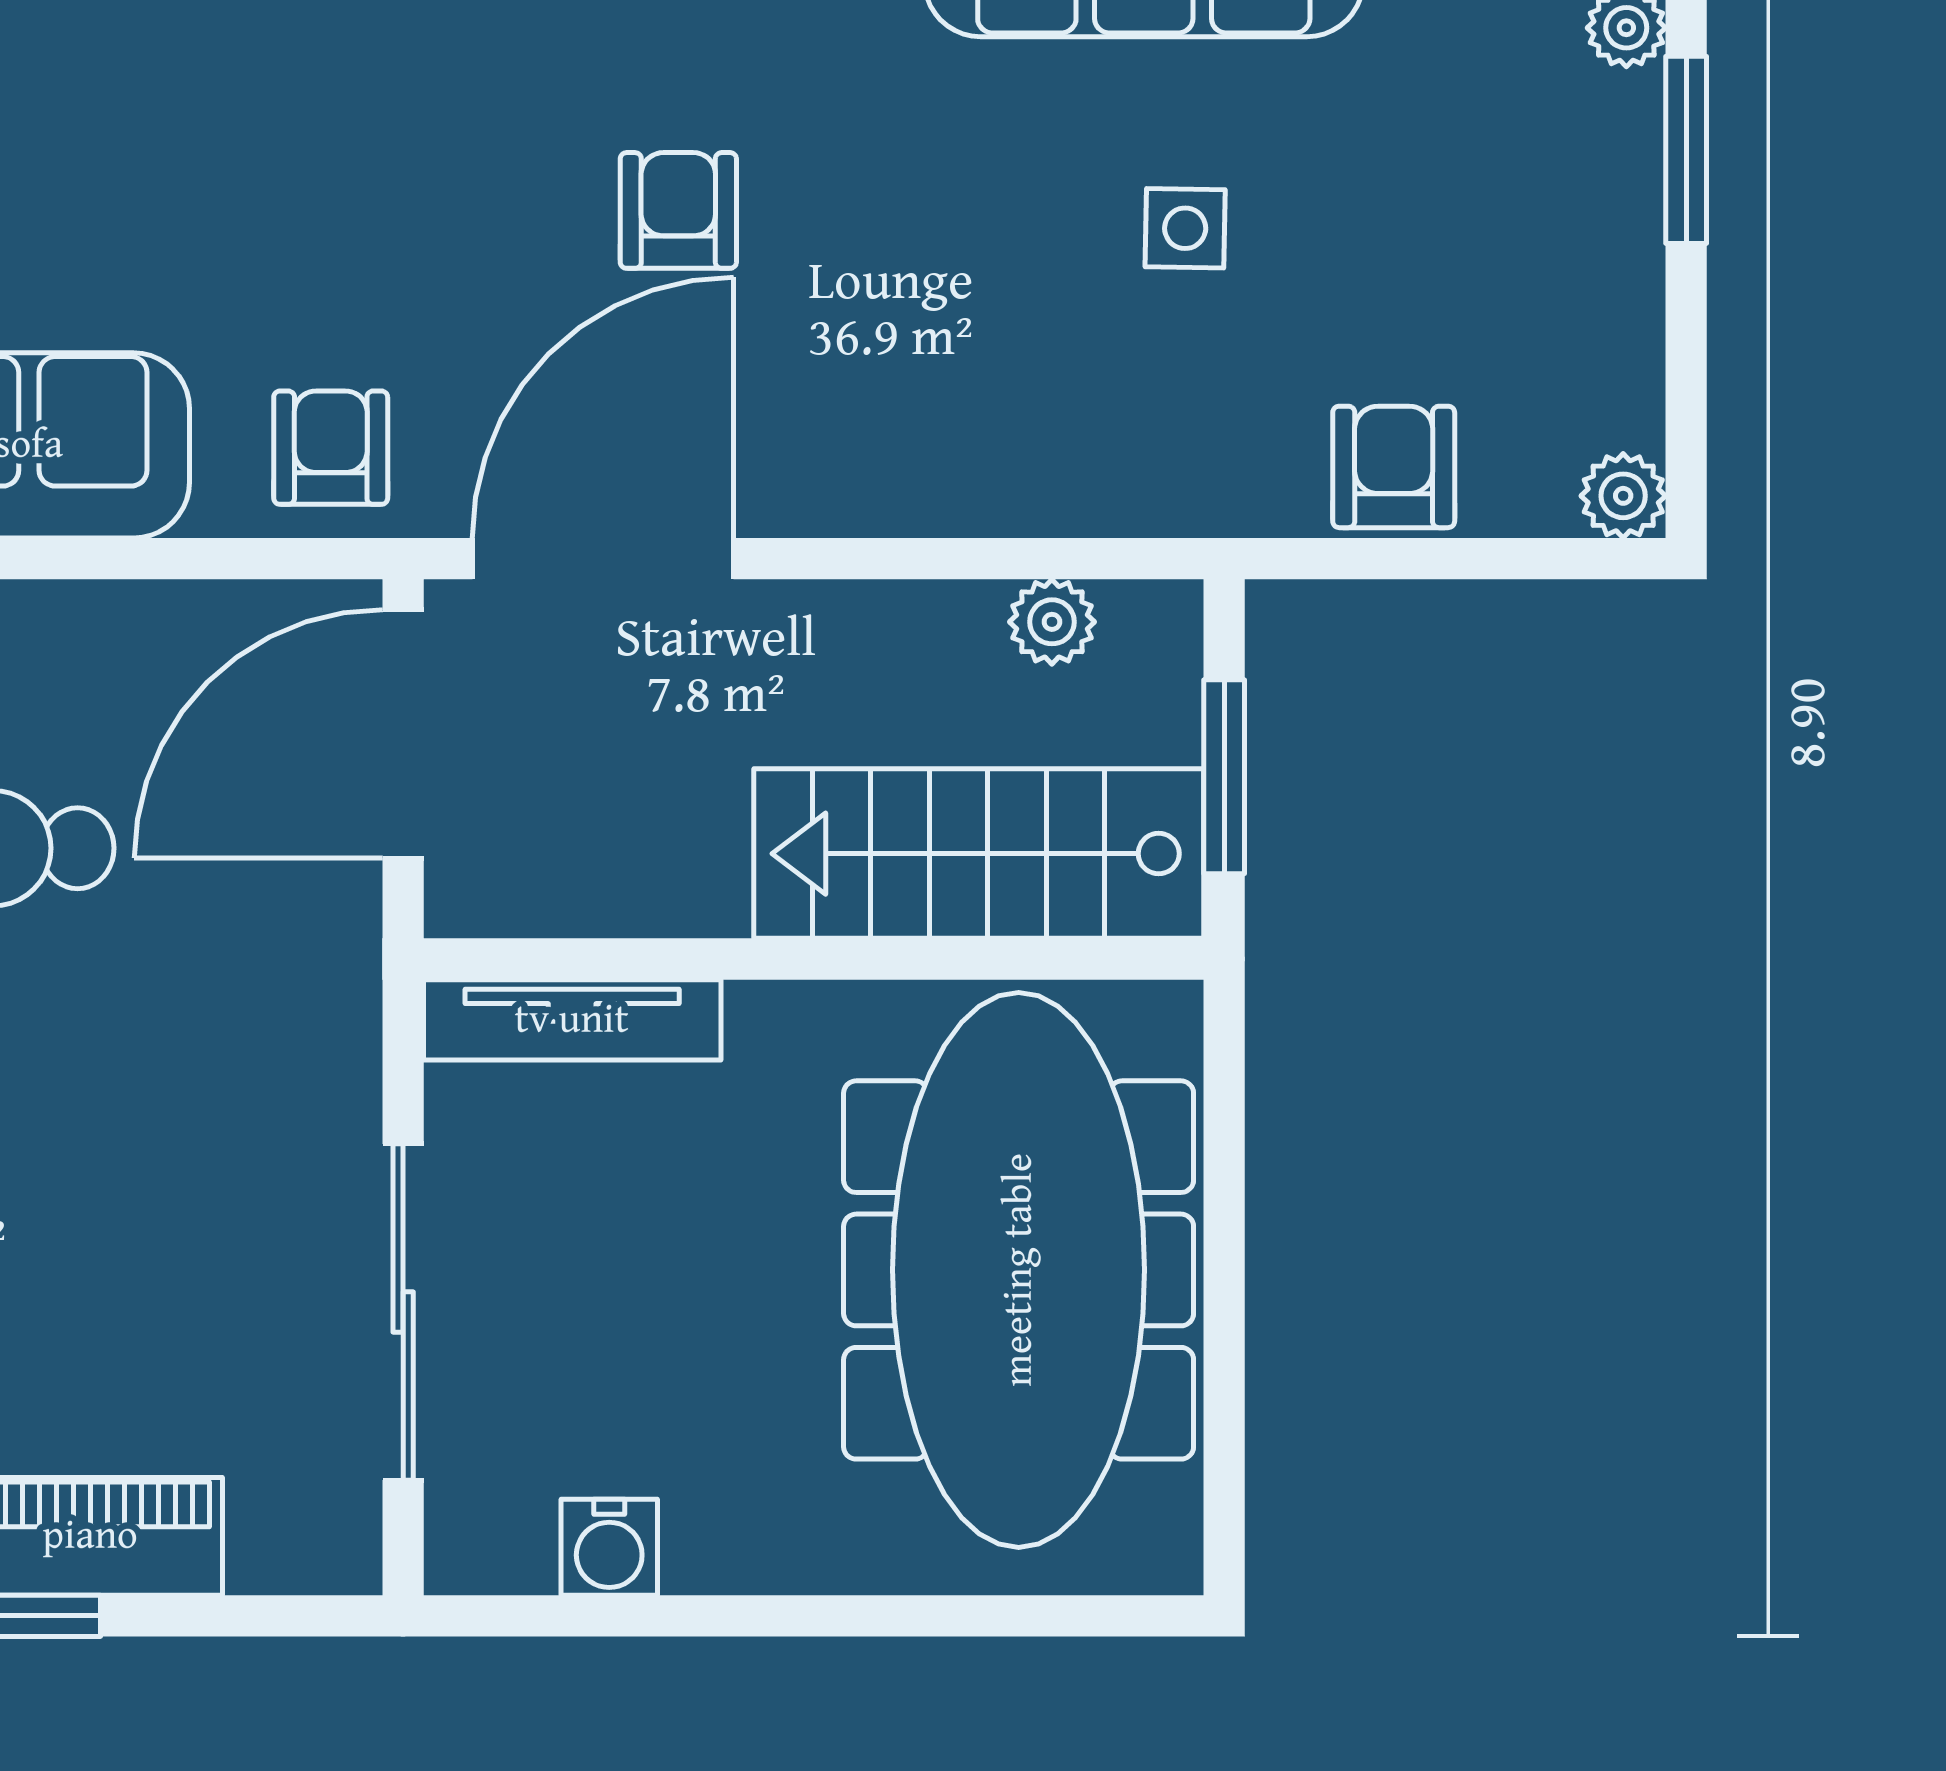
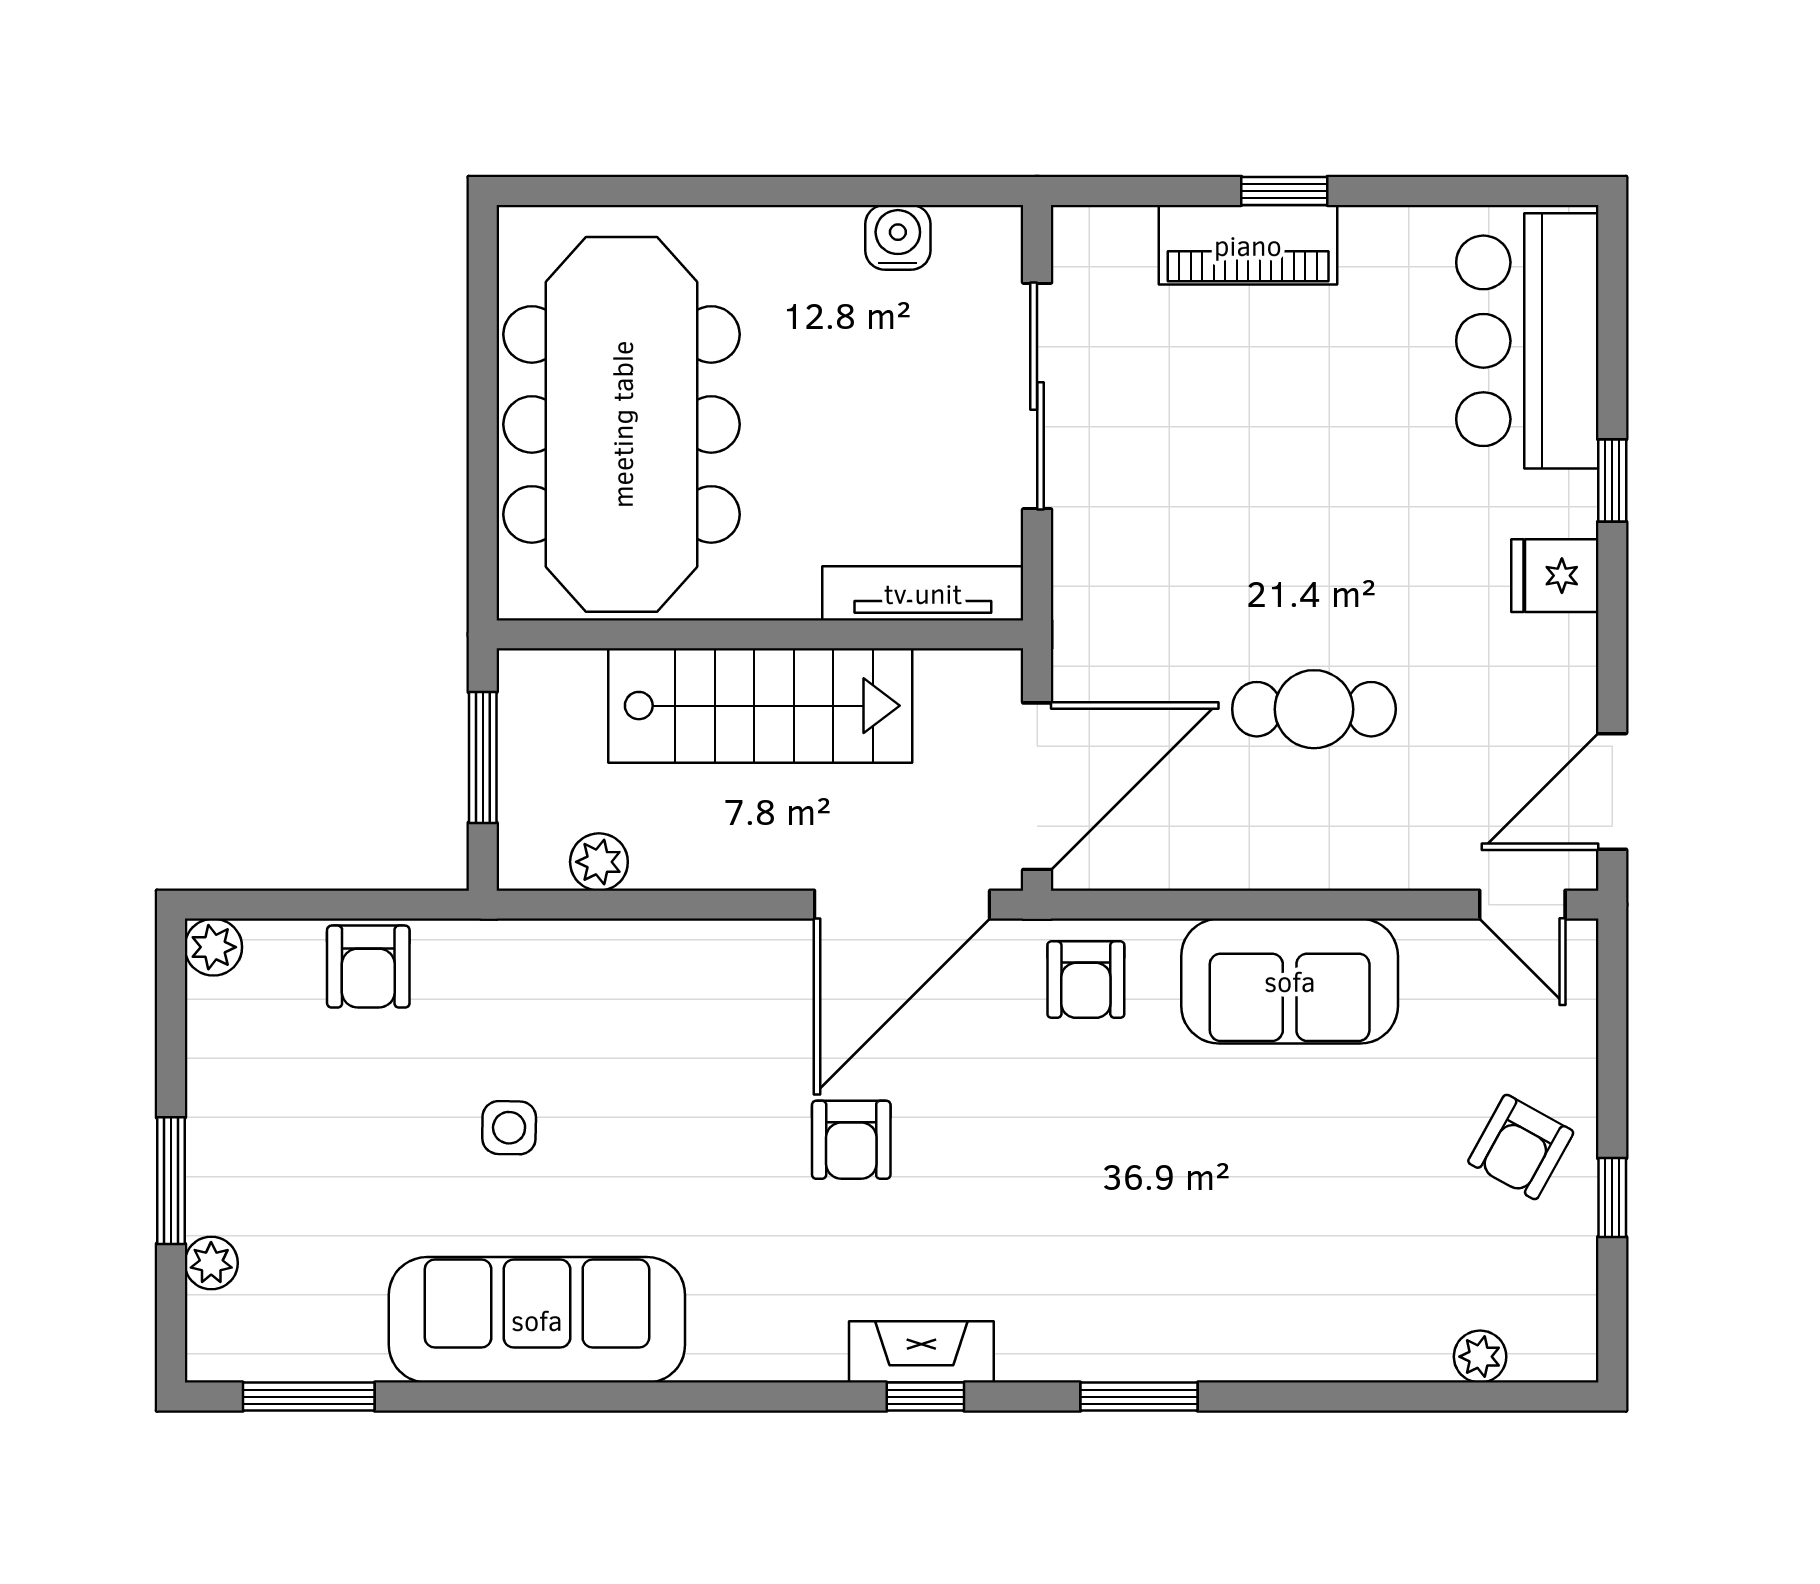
stairs: (979, 854) -> (760, 706), moved

